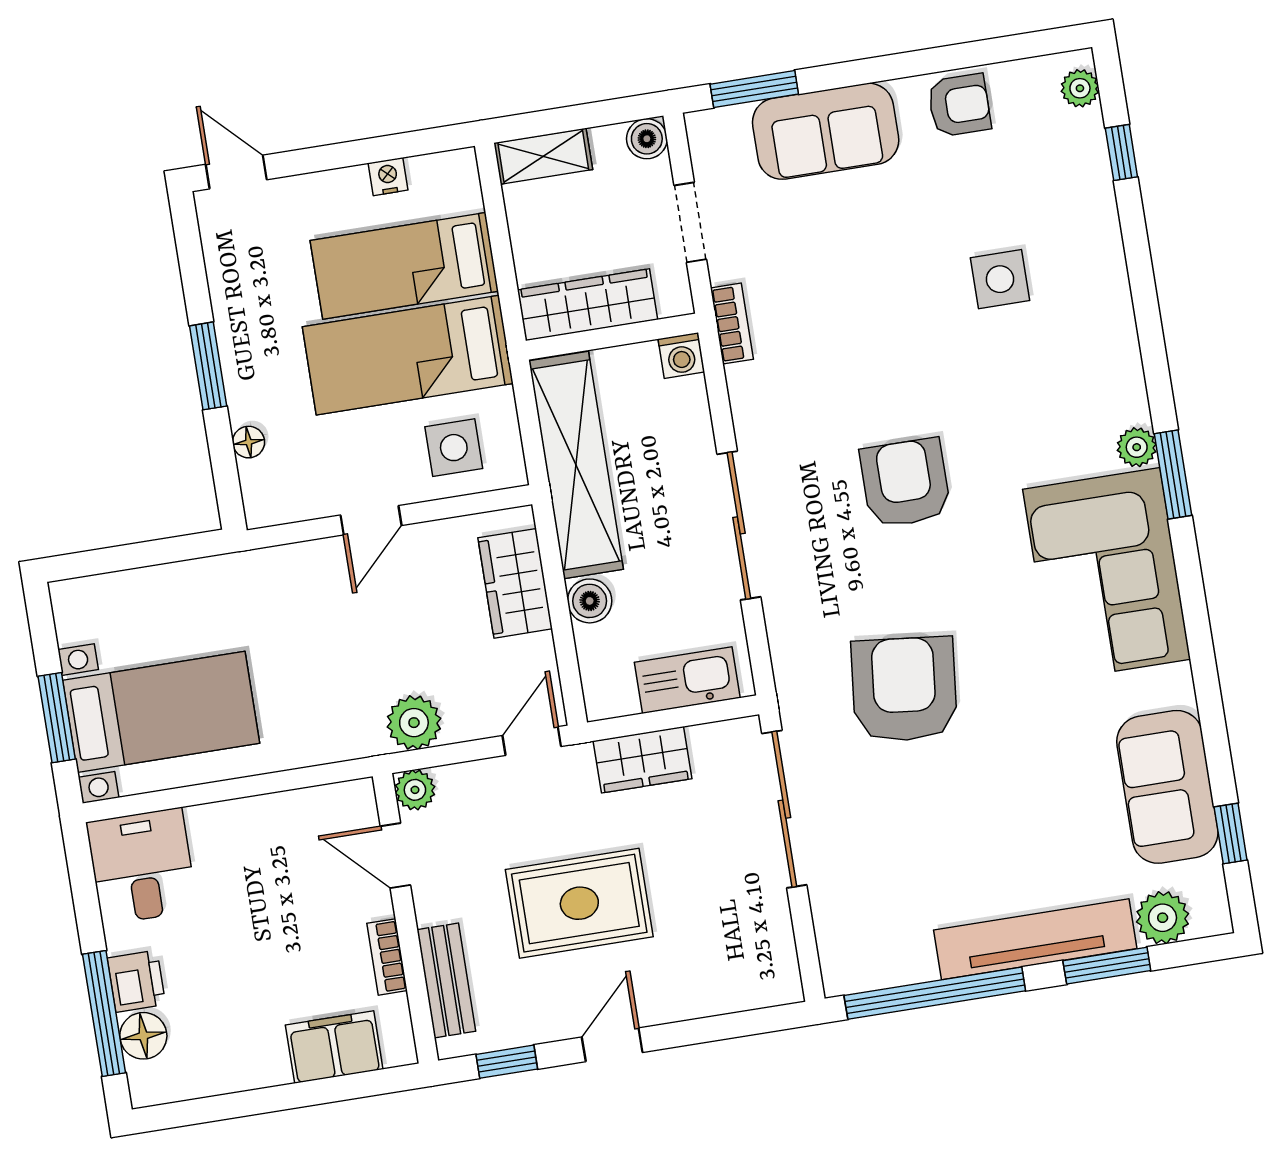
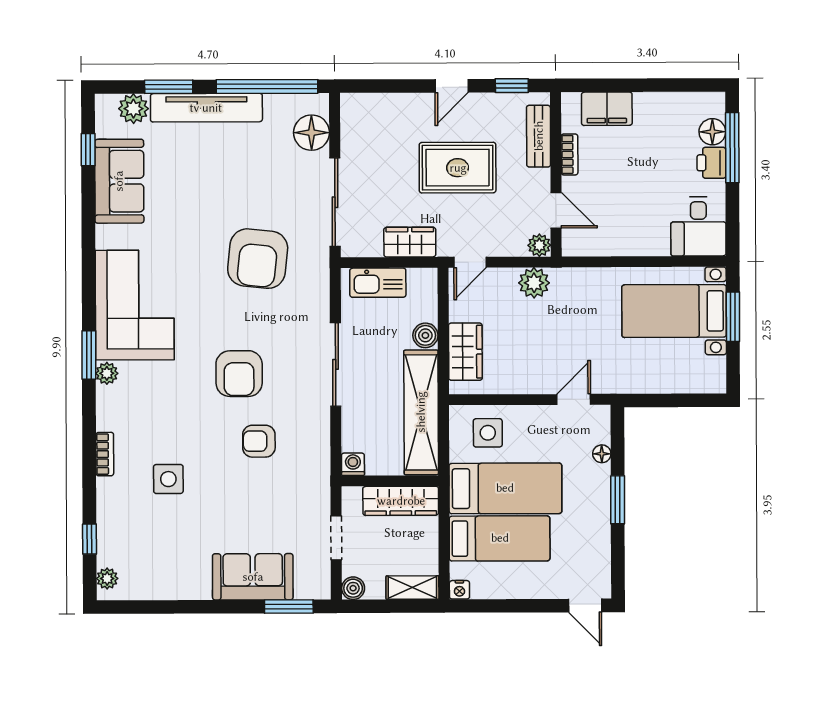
armchair: (959, 105) -> (259, 441), moved
nightstand: (388, 177) -> (459, 590), moved
bookcase: (732, 324) -> (105, 454), moved, turned 180
door: (371, 520) -> (574, 399), moved
floor lamp: (844, 924) -> (312, 133), added

